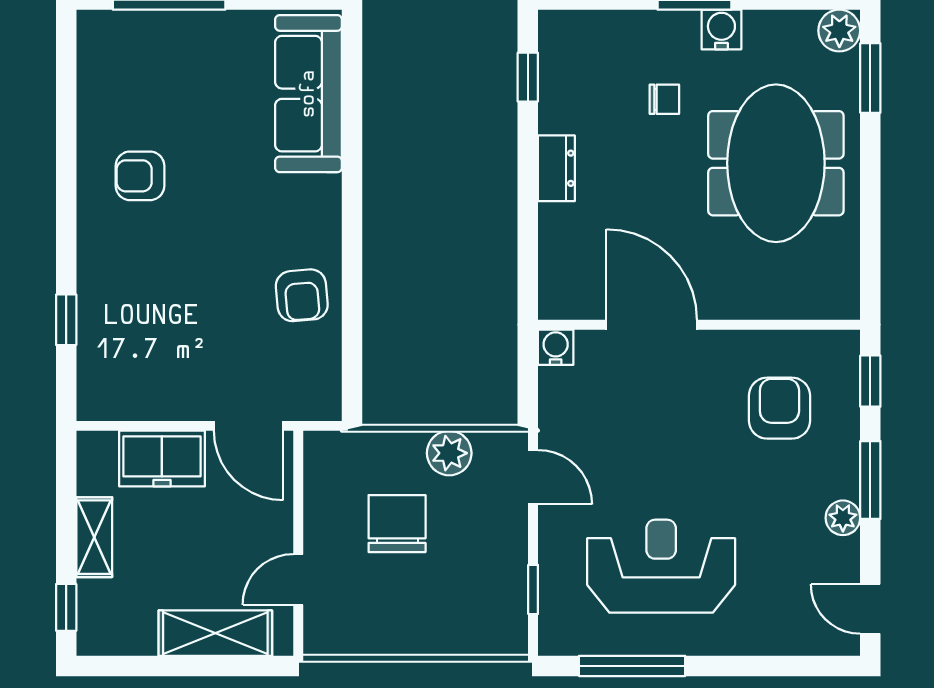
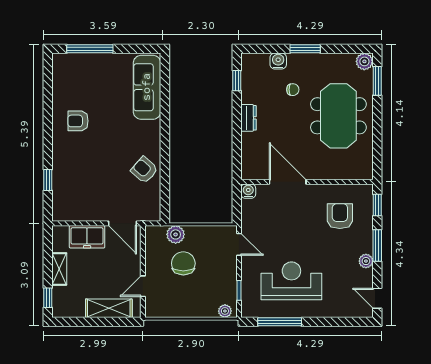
water cooler: (721, 29) -> (278, 61), moved
armchair: (302, 295) -> (144, 170), turned 136
plant: (449, 453) -> (176, 234), moved
plant: (499, 640) -> (225, 311), added

